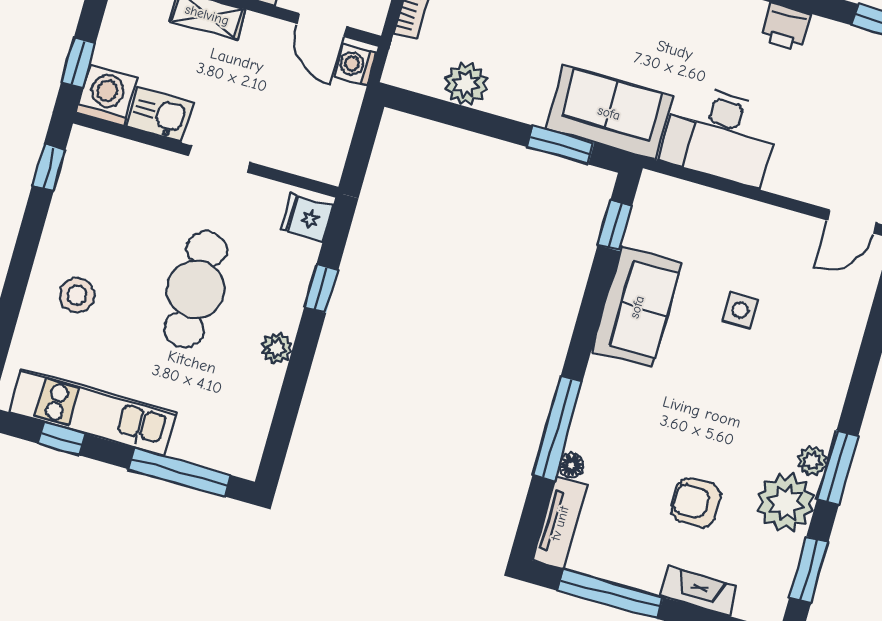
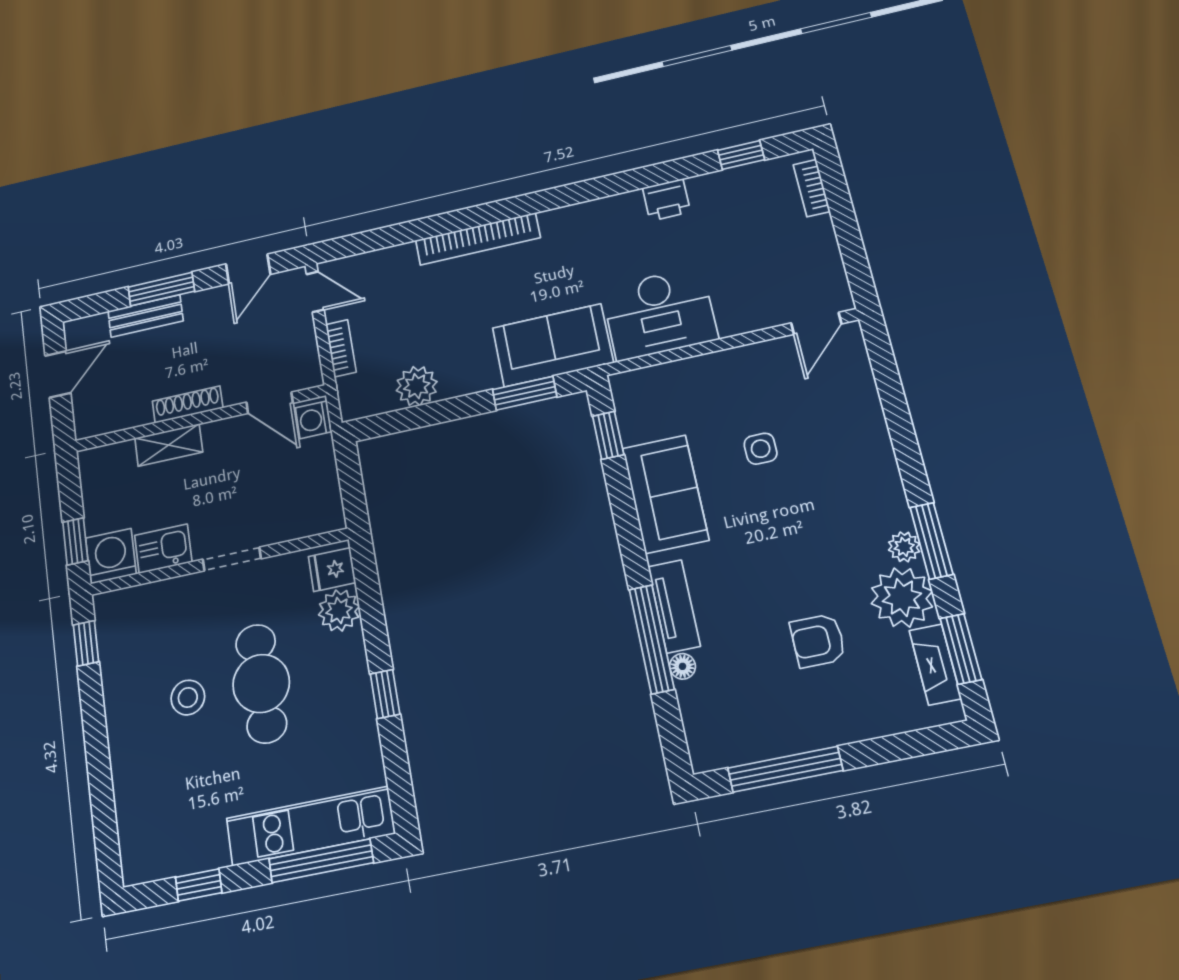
window: (321, 289) -> (385, 694), moved
stool: (77, 295) -> (188, 697), moved
plant: (277, 348) -> (339, 610), moved, width x1.38, depth x1.38
kitchen unit: (93, 412) -> (310, 826), moved
tv unit: (560, 523) -> (674, 606), moved
fireplace: (698, 591) -> (935, 665), moved, turned -90

